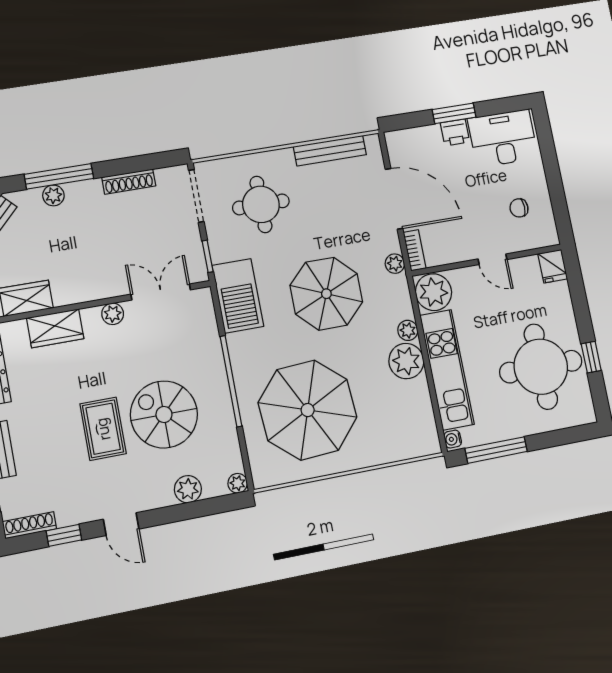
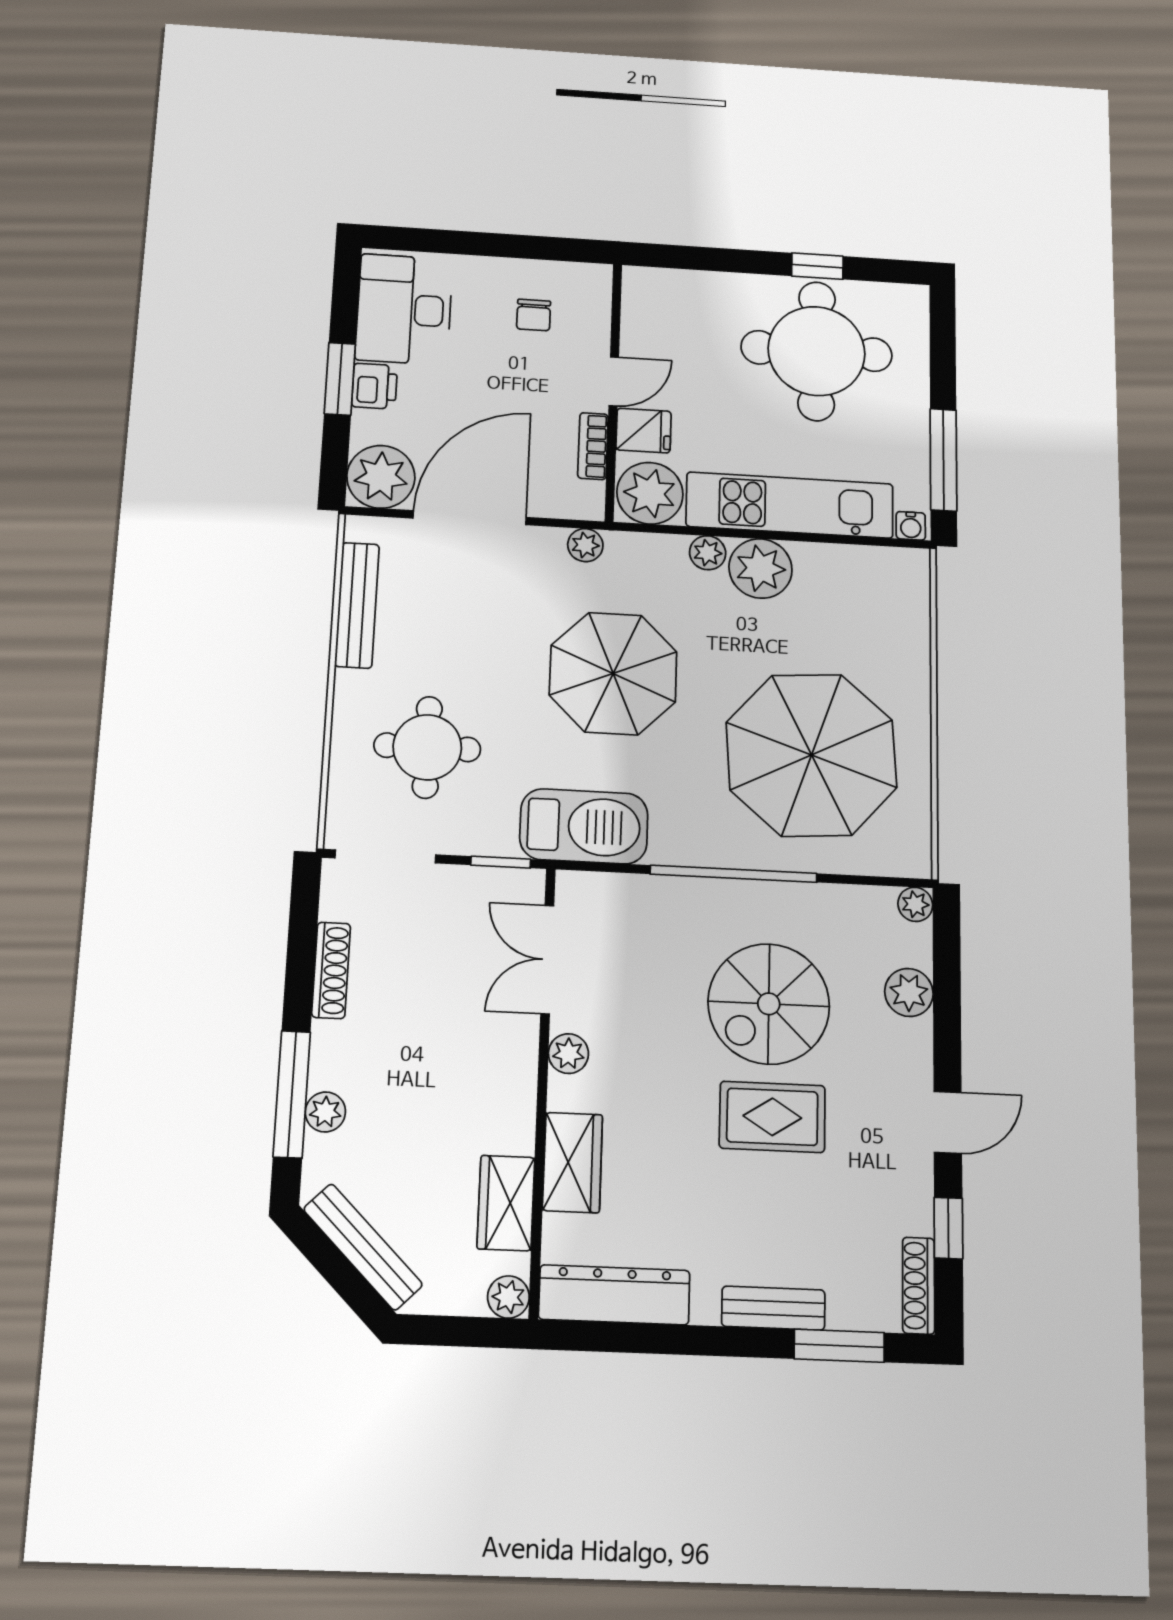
plant: (405, 147) -> (381, 477), added
bookcase: (415, 250) -> (593, 446), moved, turned -90
fridge: (553, 266) -> (644, 431), moved

